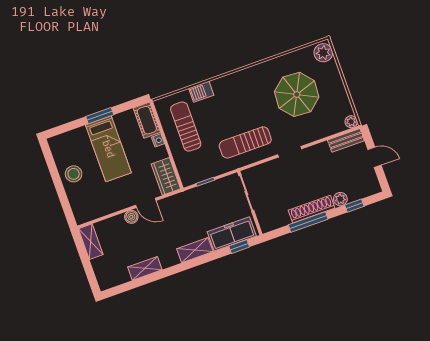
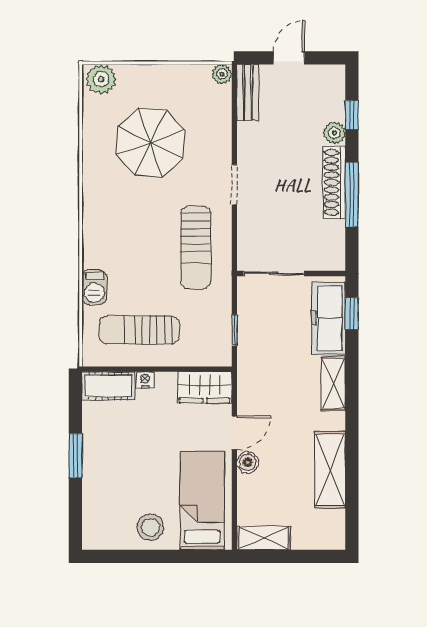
bed: (108, 149) -> (202, 501), moved, turned -90
shelving: (145, 268) -> (330, 470), width x1.50, depth x1.33

